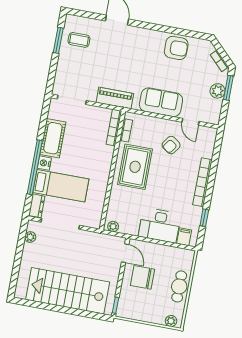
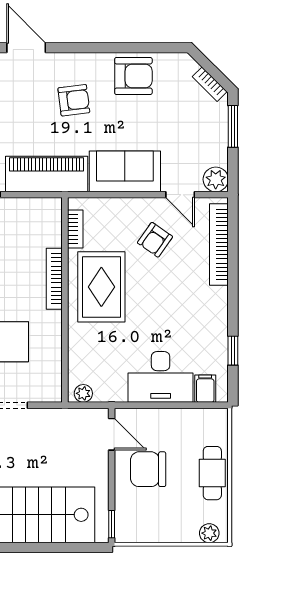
armchair: (139, 56) -> (74, 100), added
plant: (218, 91) -> (216, 179), moved
piano: (115, 98) -> (47, 174), width x1.37, depth x1.33
bookcase: (114, 128) -> (54, 279), moved
bookcase: (203, 182) -> (219, 245), moved

